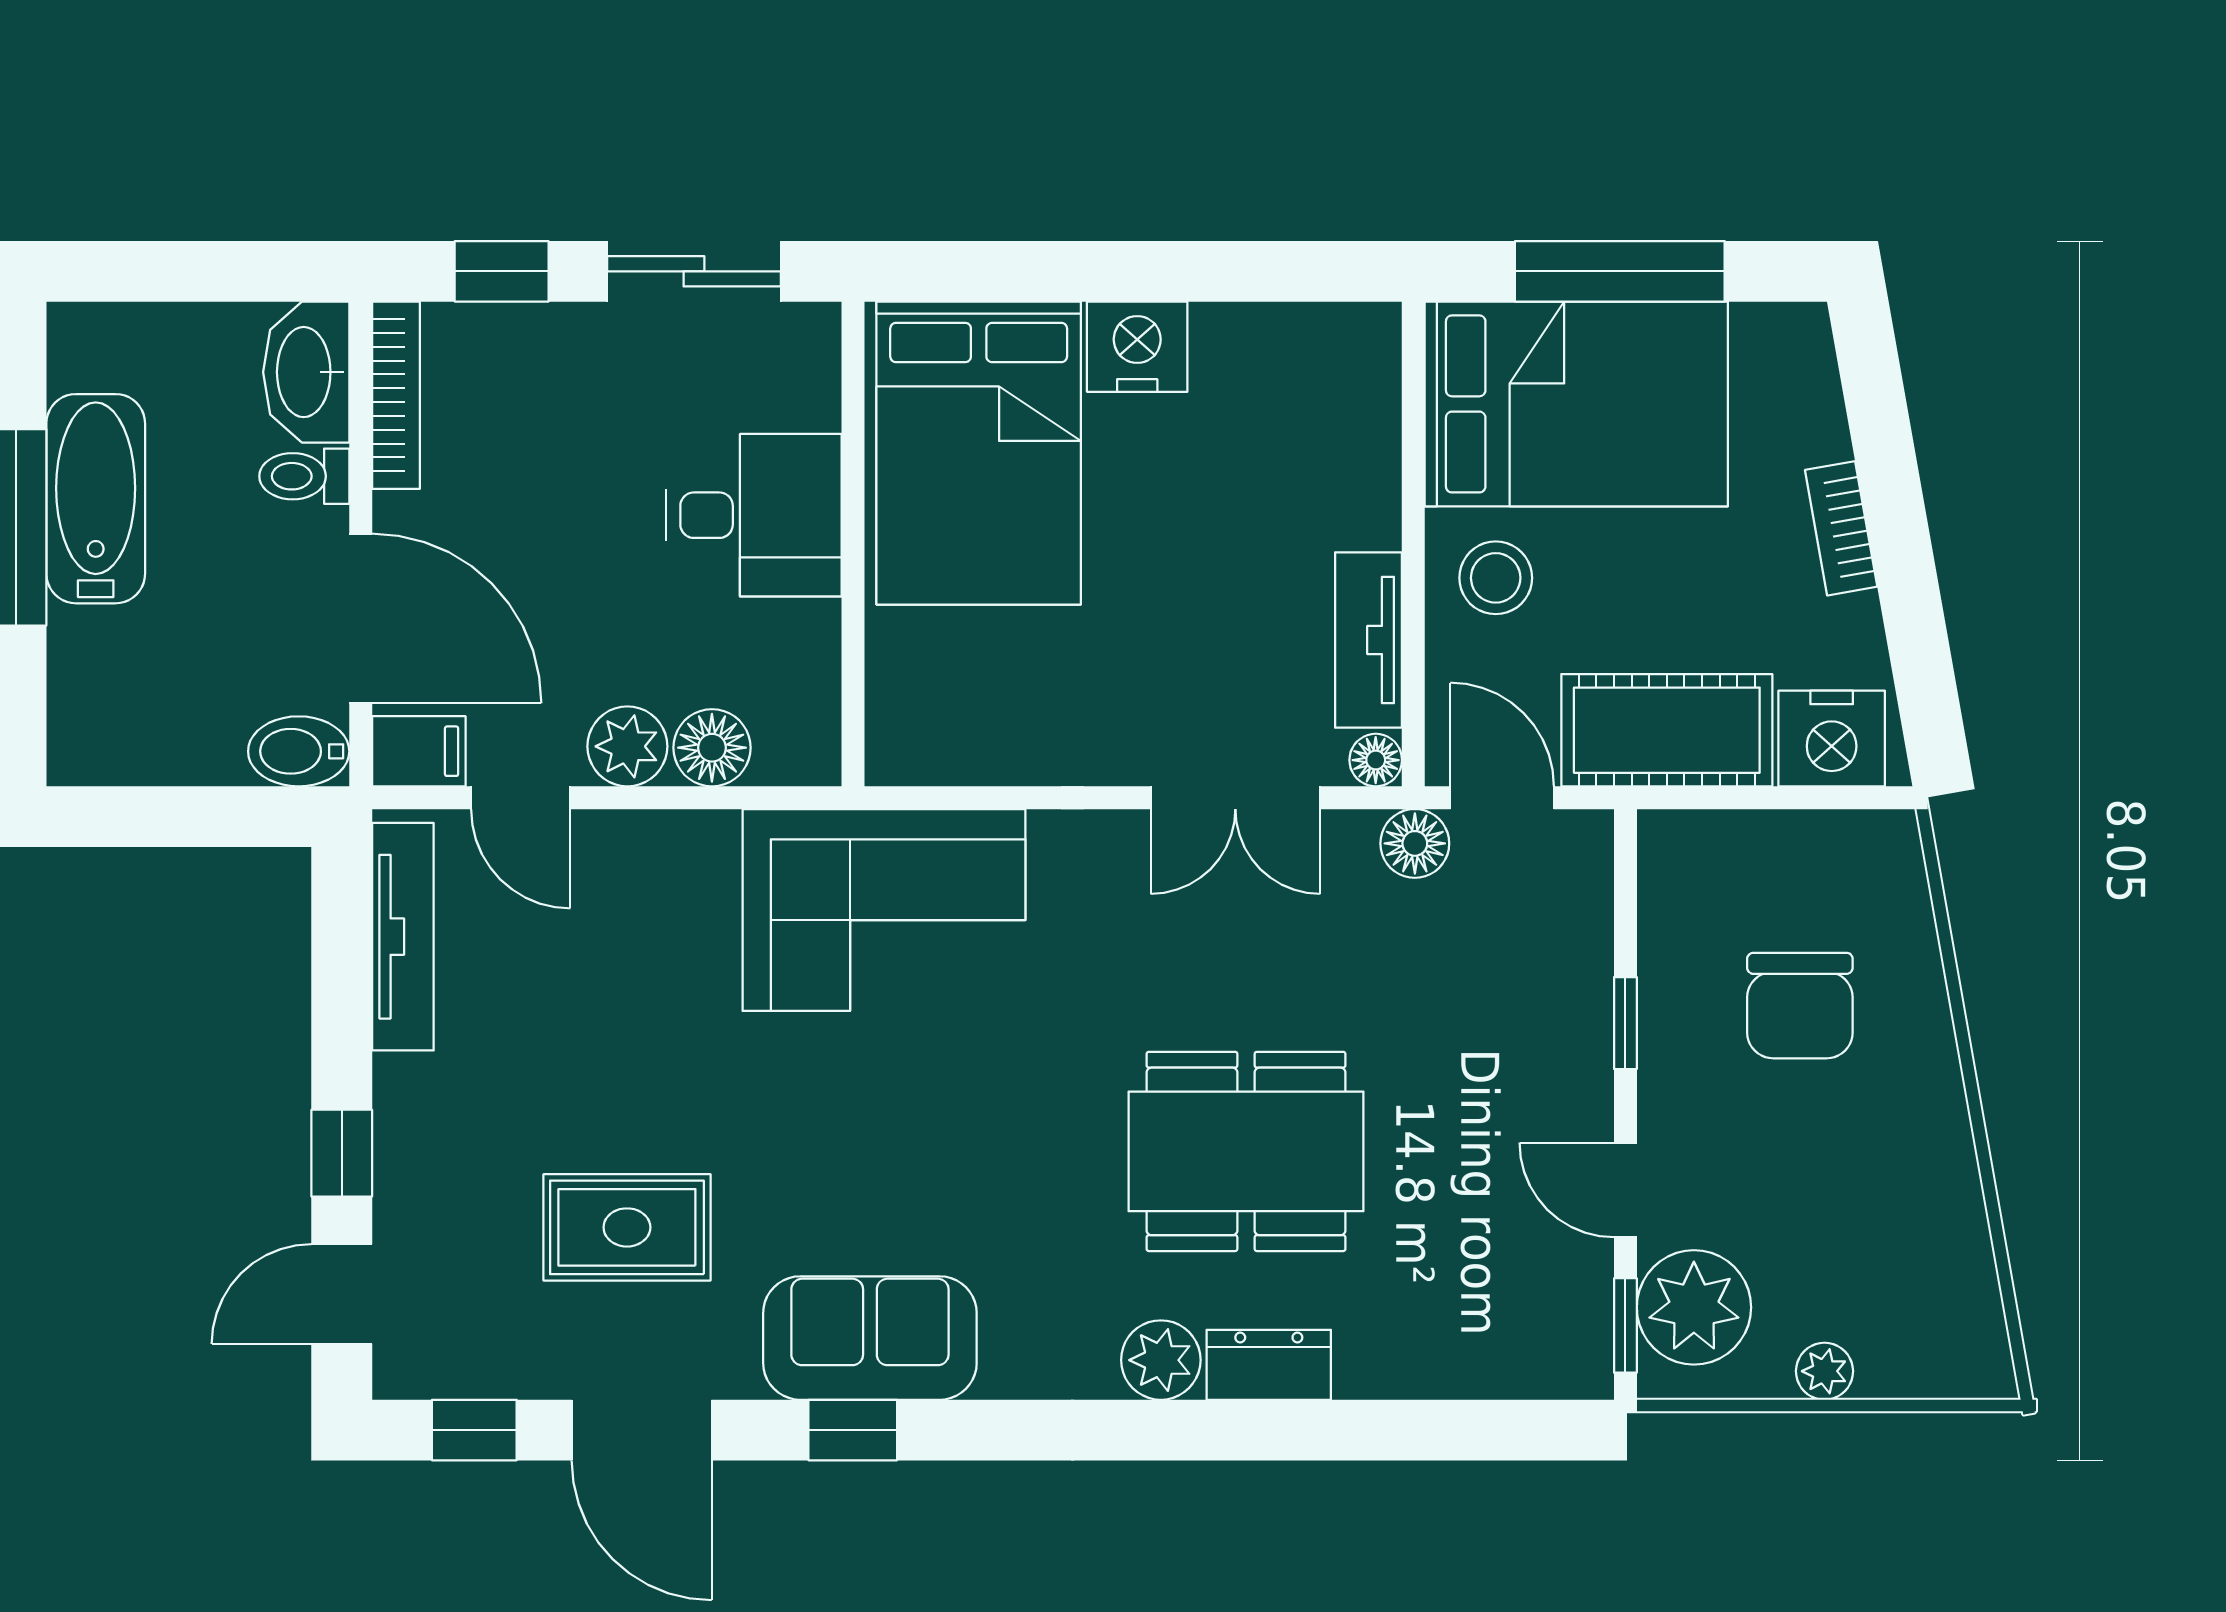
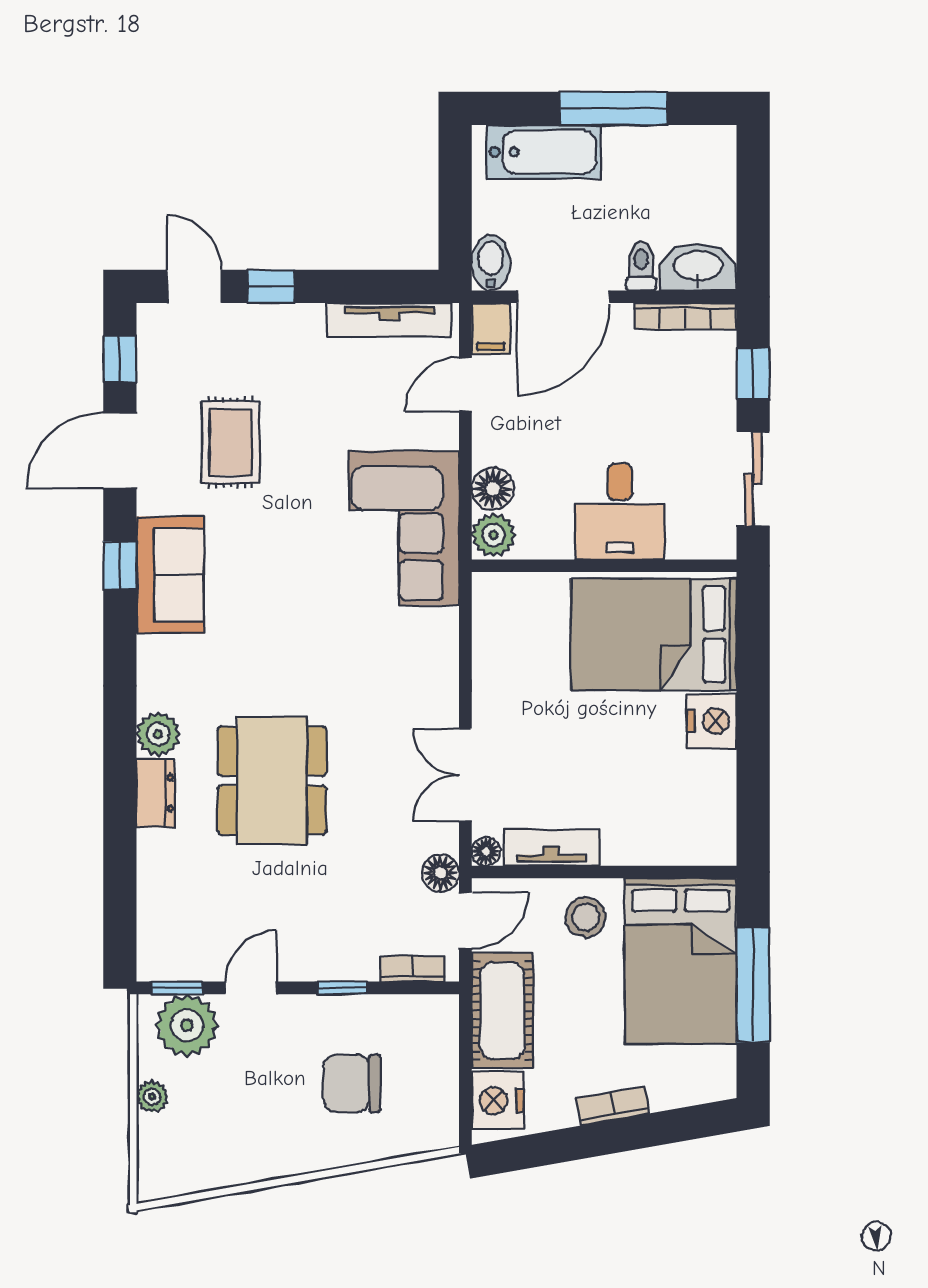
bathtub: (96, 499) -> (544, 152), moved
plant: (627, 746) -> (494, 535), moved
bookcase: (1591, 894) -> (413, 969), added
corner sofa: (884, 910) -> (404, 528), moved

